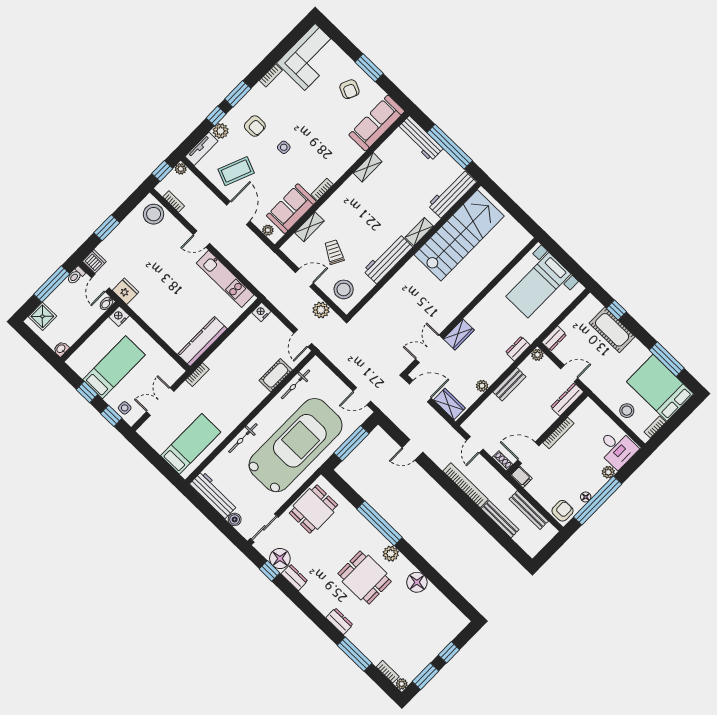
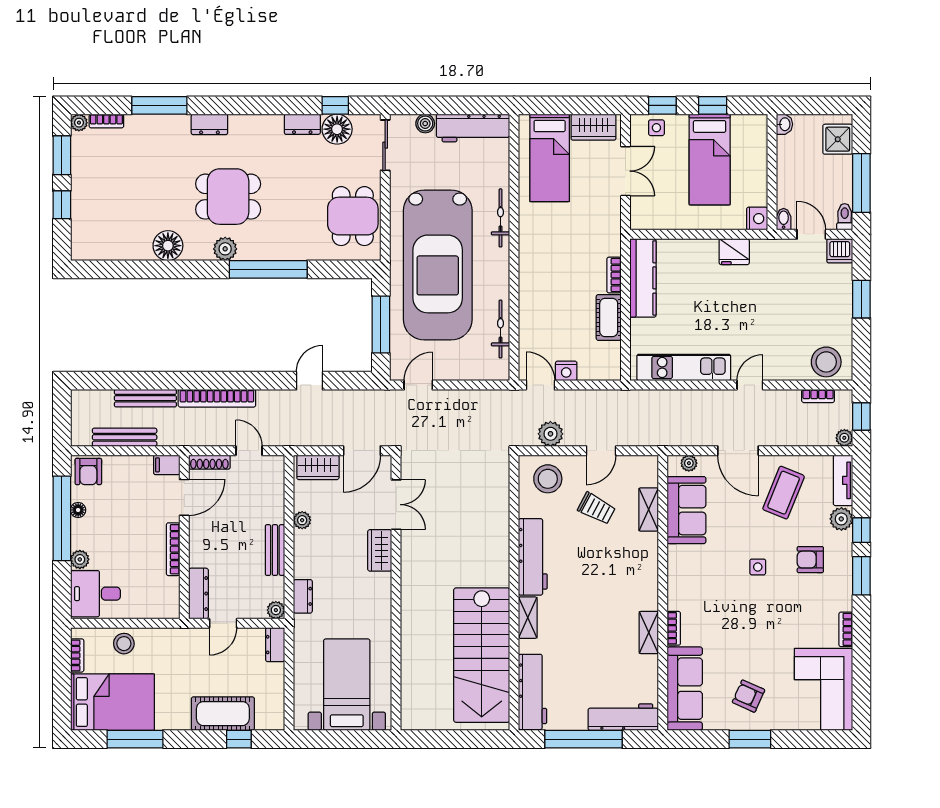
bookcase: (322, 189) -> (674, 628), moved
fridge: (126, 291) -> (734, 252), moved
nightstand: (261, 312) -> (566, 371), moved, turned 90
bookcase: (197, 375) -> (614, 275), moved
cot: (276, 375) -> (609, 317), moved
wardrobe: (155, 438) -> (593, 127), added
shoe rack: (502, 461) -> (209, 462), width x1.43

